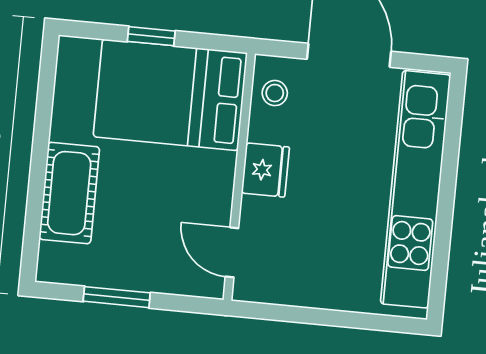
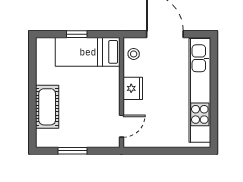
bed: (170, 95) -> (88, 52), width x0.67
door: (232, 252) -> (122, 126), swing flipped

